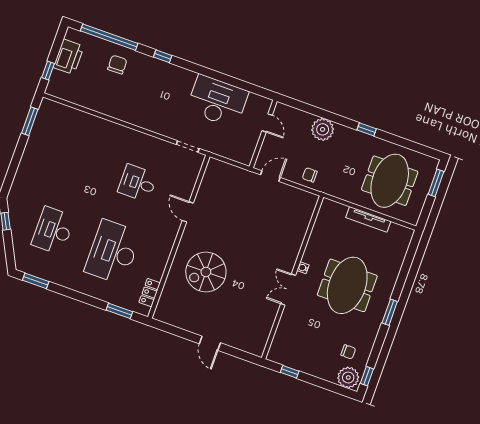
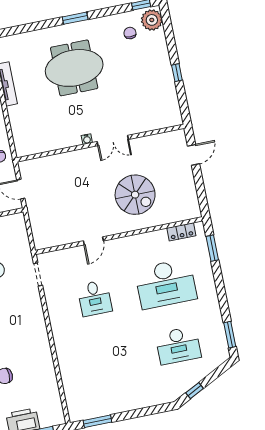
water cooler: (303, 268) -> (87, 139), moved
wall: (292, 277) -> (100, 143), moved
double door: (288, 289) -> (113, 141), moved

